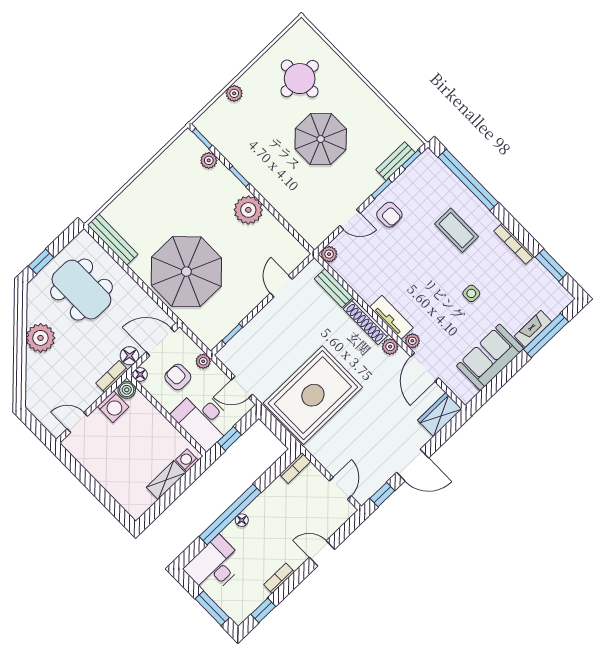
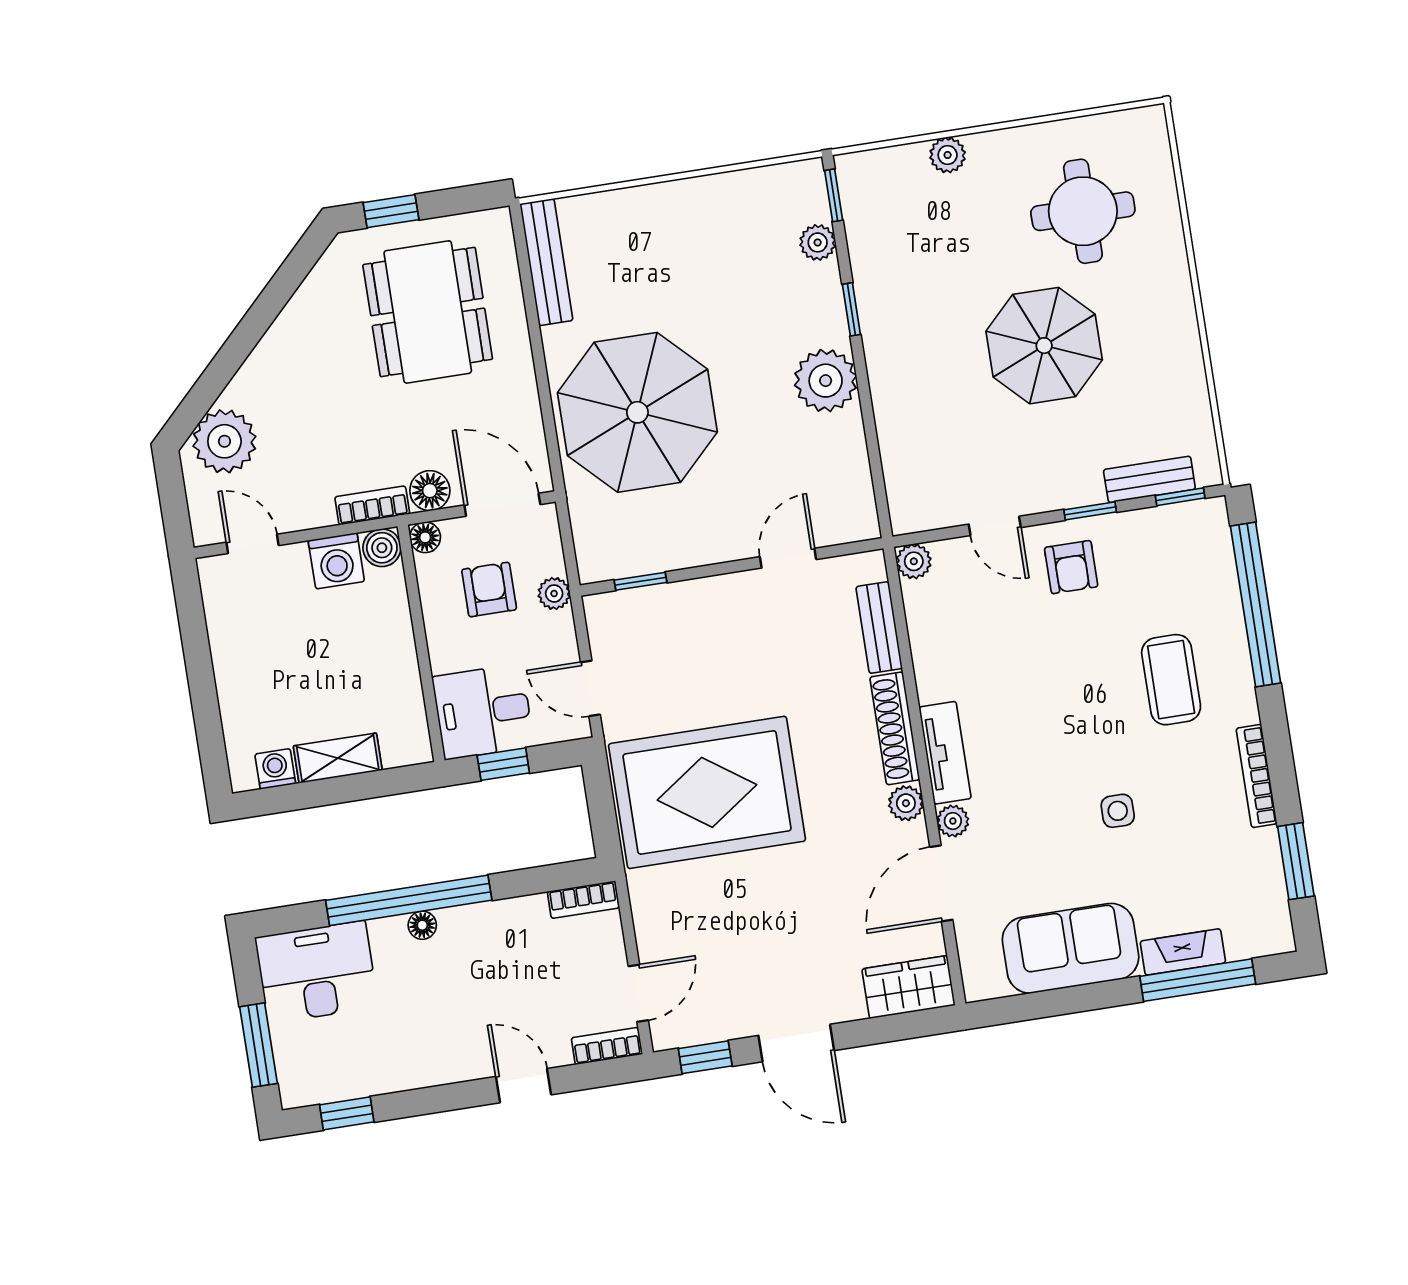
plant: (40, 338) -> (224, 441), moved
desk: (203, 419) -> (483, 712), width x0.73
washing machine: (187, 460) -> (275, 769), moved
bookcase: (279, 578) -> (607, 1046), moved

